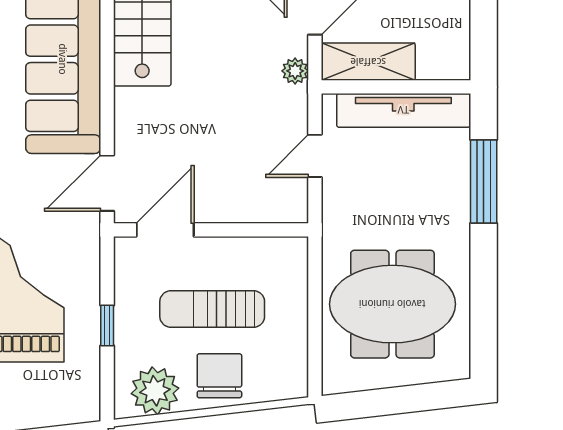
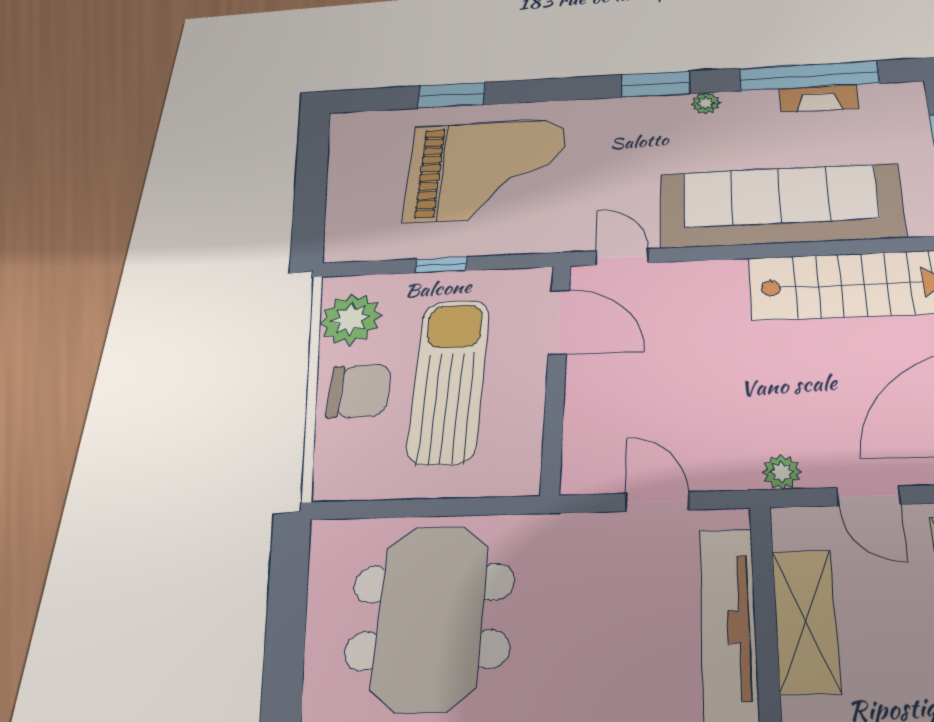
shelving: (368, 62) -> (806, 621), moved
door: (107, 183) -> (622, 257), width x0.73
sun lounger: (212, 309) -> (449, 380), width x1.36, depth x1.34

